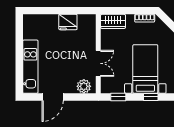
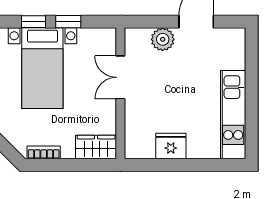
kitchen unit: (30, 67) -> (233, 115), moved
plant: (84, 86) -> (163, 39), moved
window: (118, 97) -> (68, 22), moved

